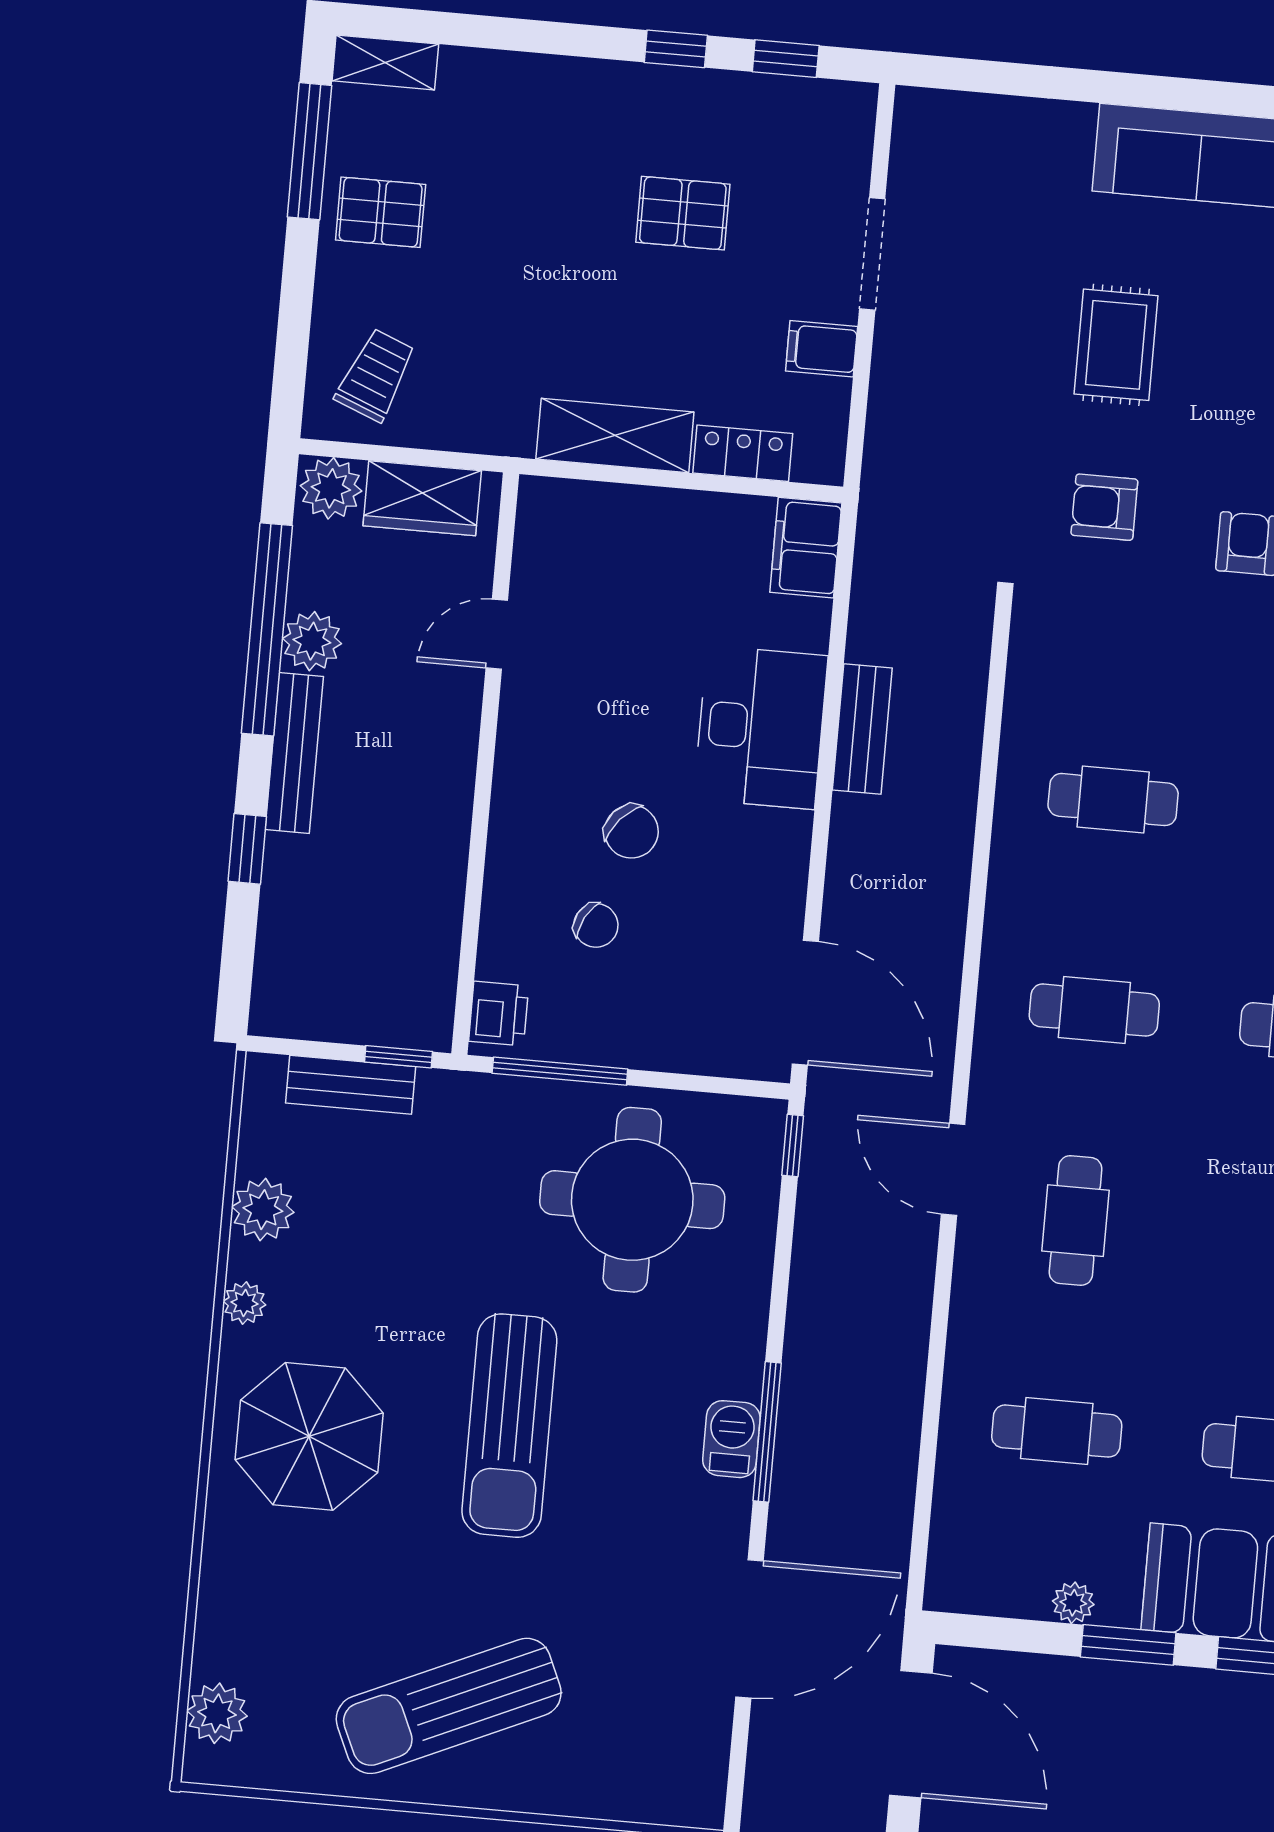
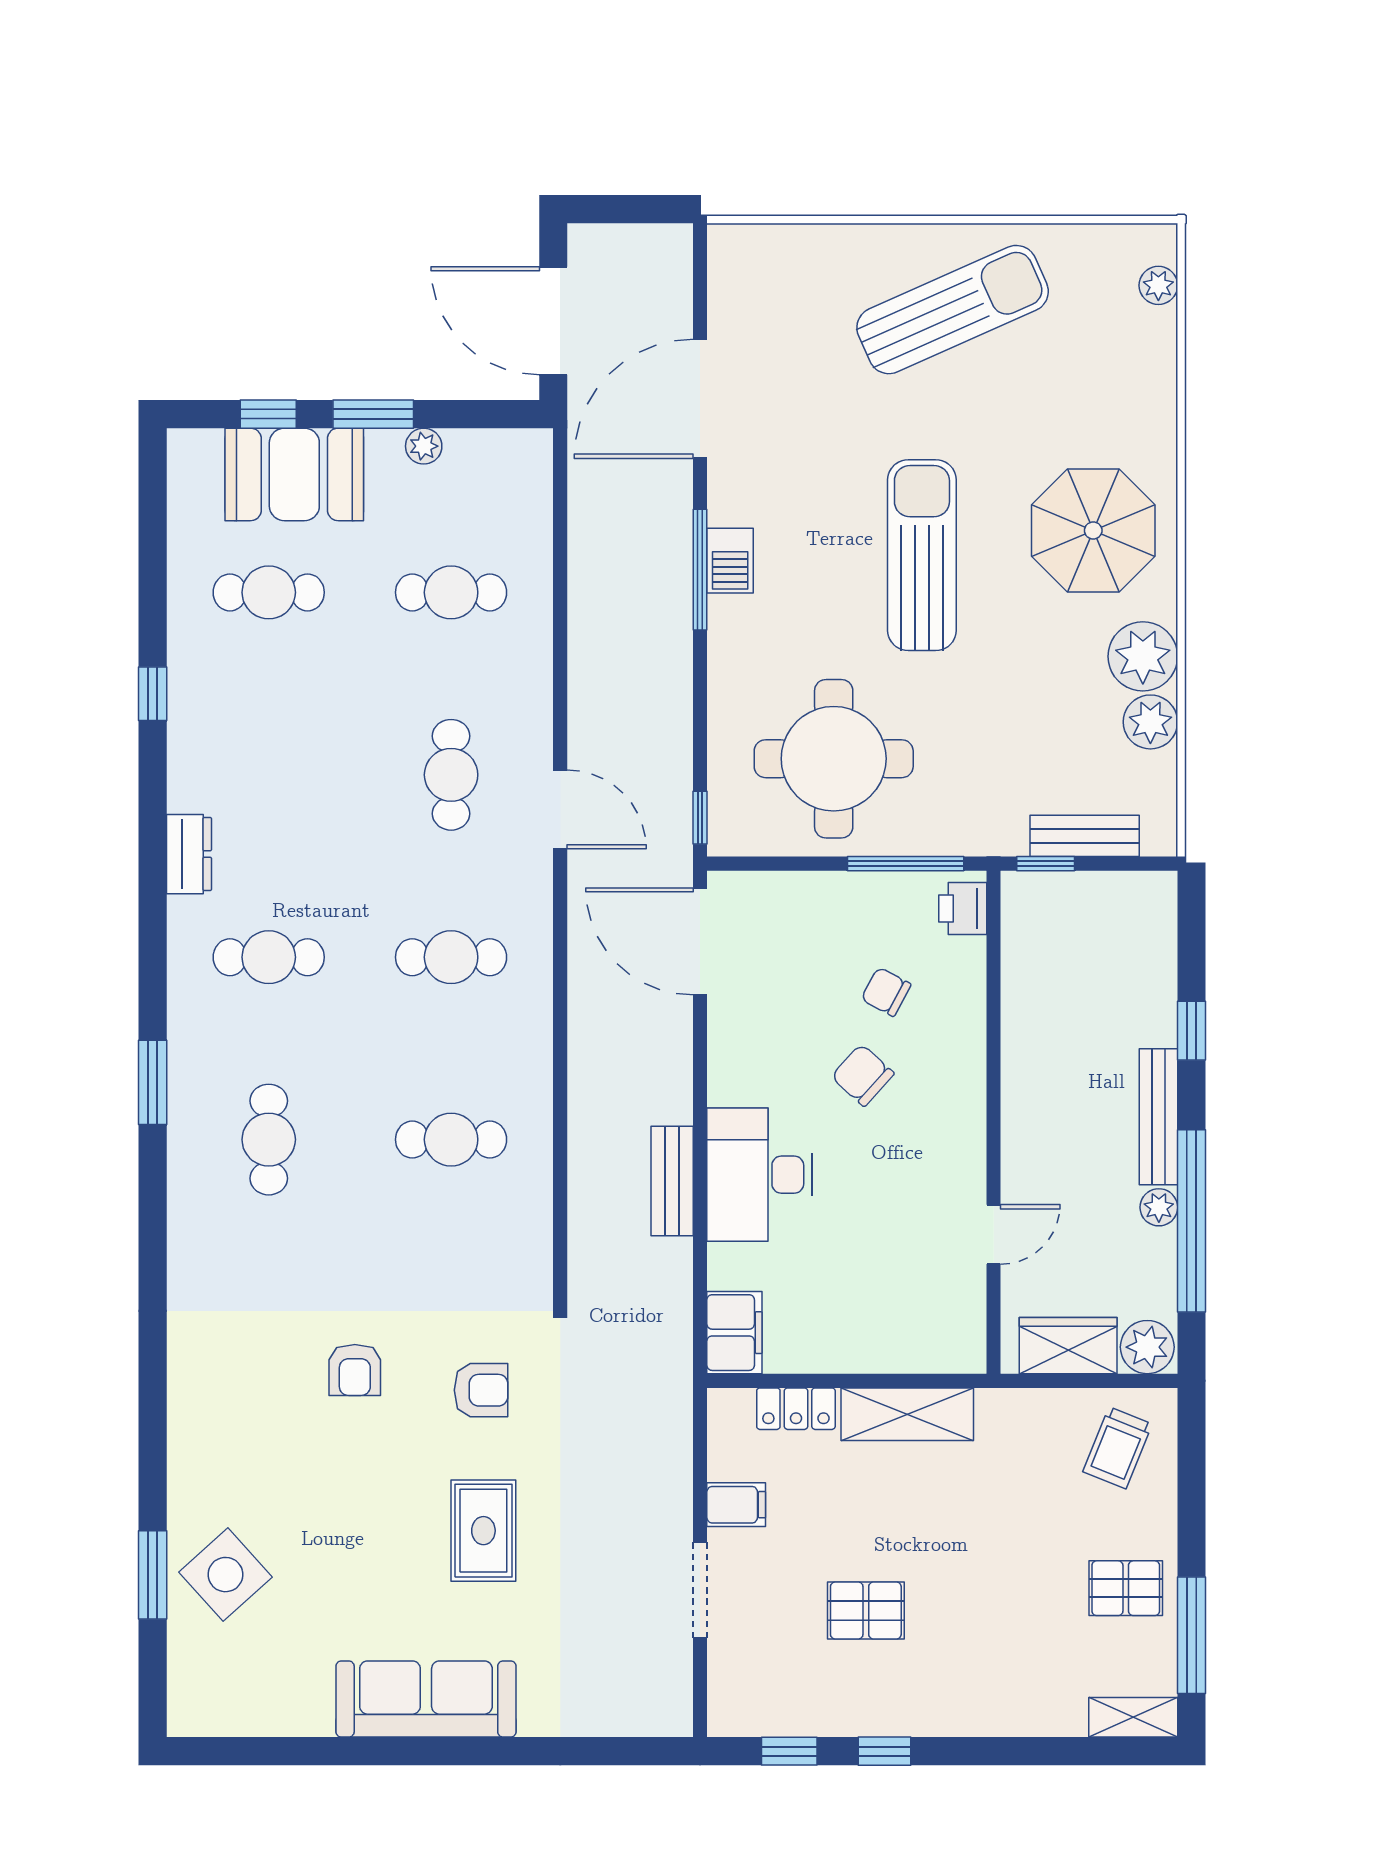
plant: (312, 641) -> (1159, 1207), width x0.73, depth x0.73
plant: (244, 1303) -> (1143, 656), width x1.87, depth x1.87
plant: (217, 1713) -> (1158, 285), width x0.73, depth x0.73

